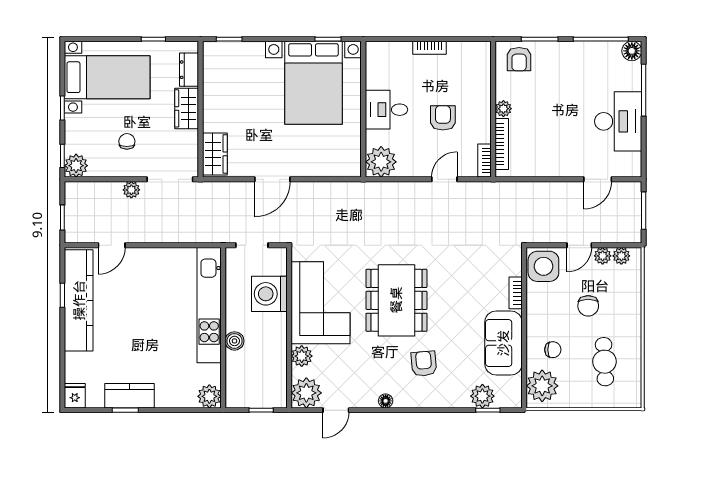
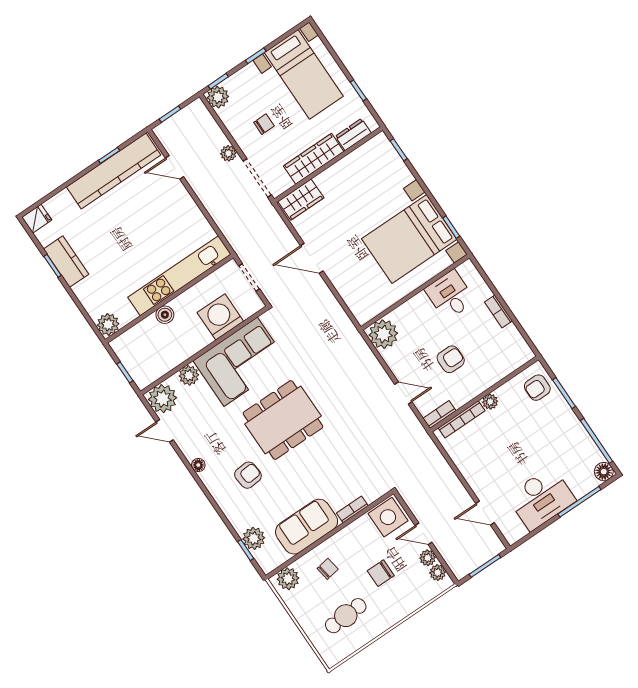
wardrobe: (187, 108) -> (314, 159), width x1.50
desk: (386, 110) -> (450, 295), moved
chair: (553, 350) -> (328, 569), turned -99
plant: (542, 386) -> (288, 579), width x0.73, depth x0.73

